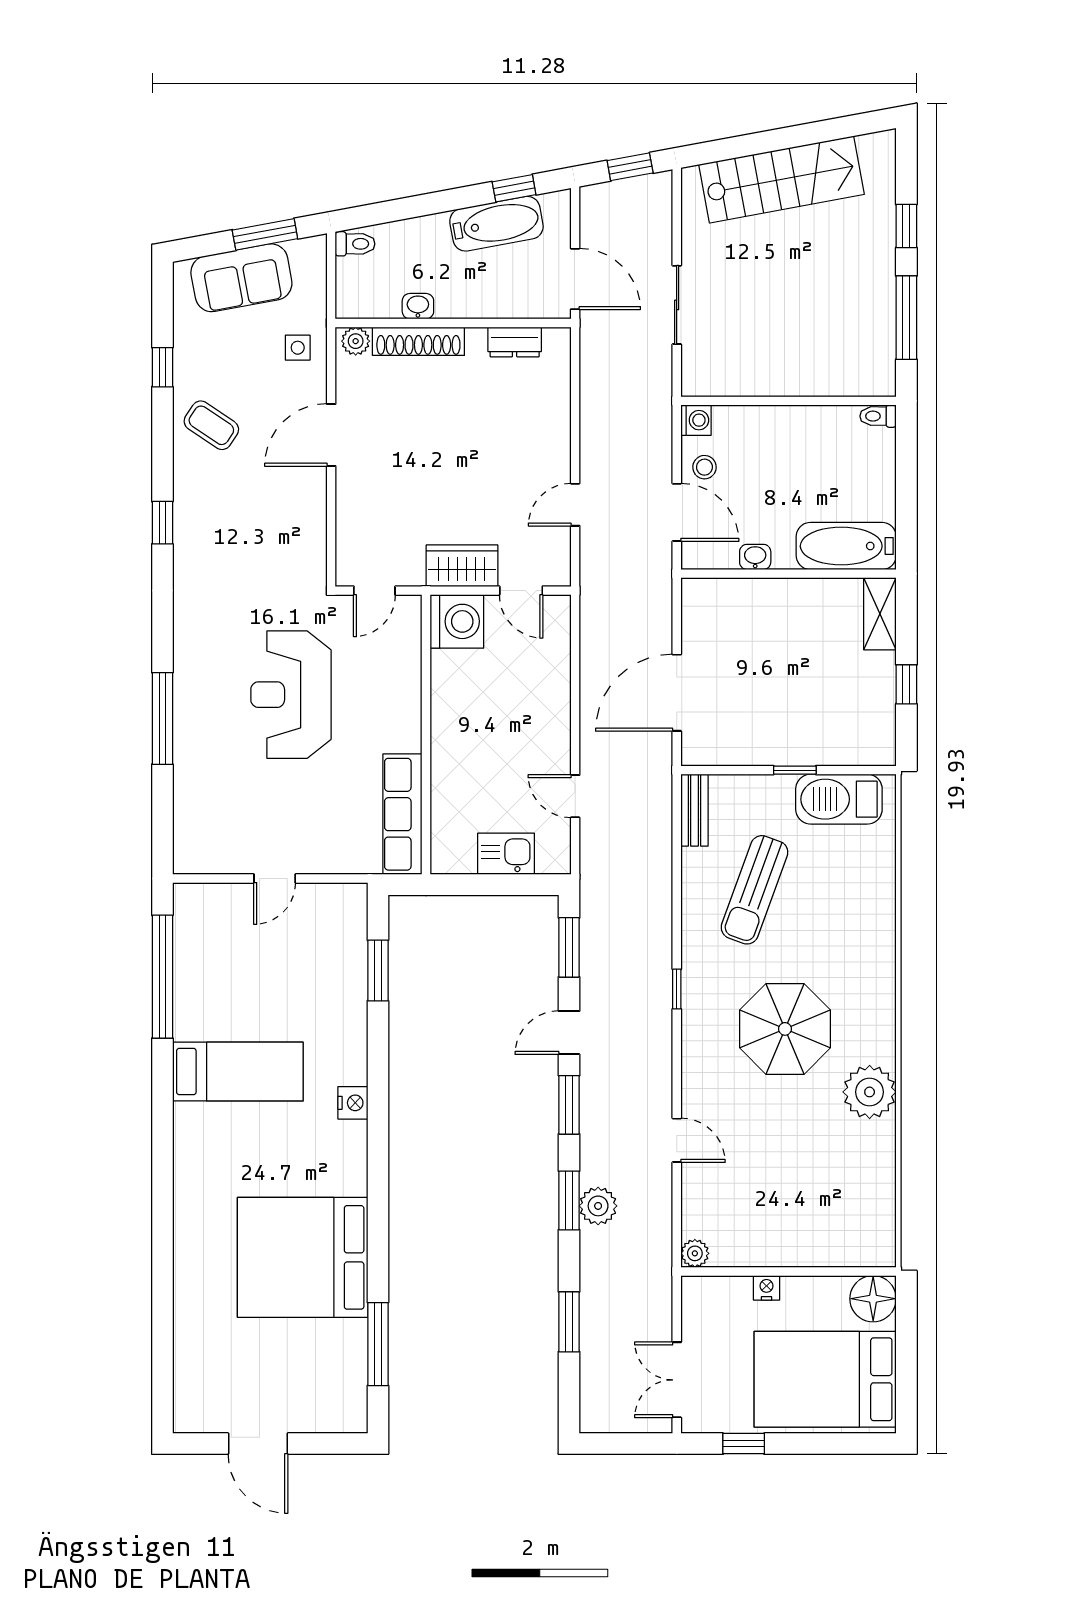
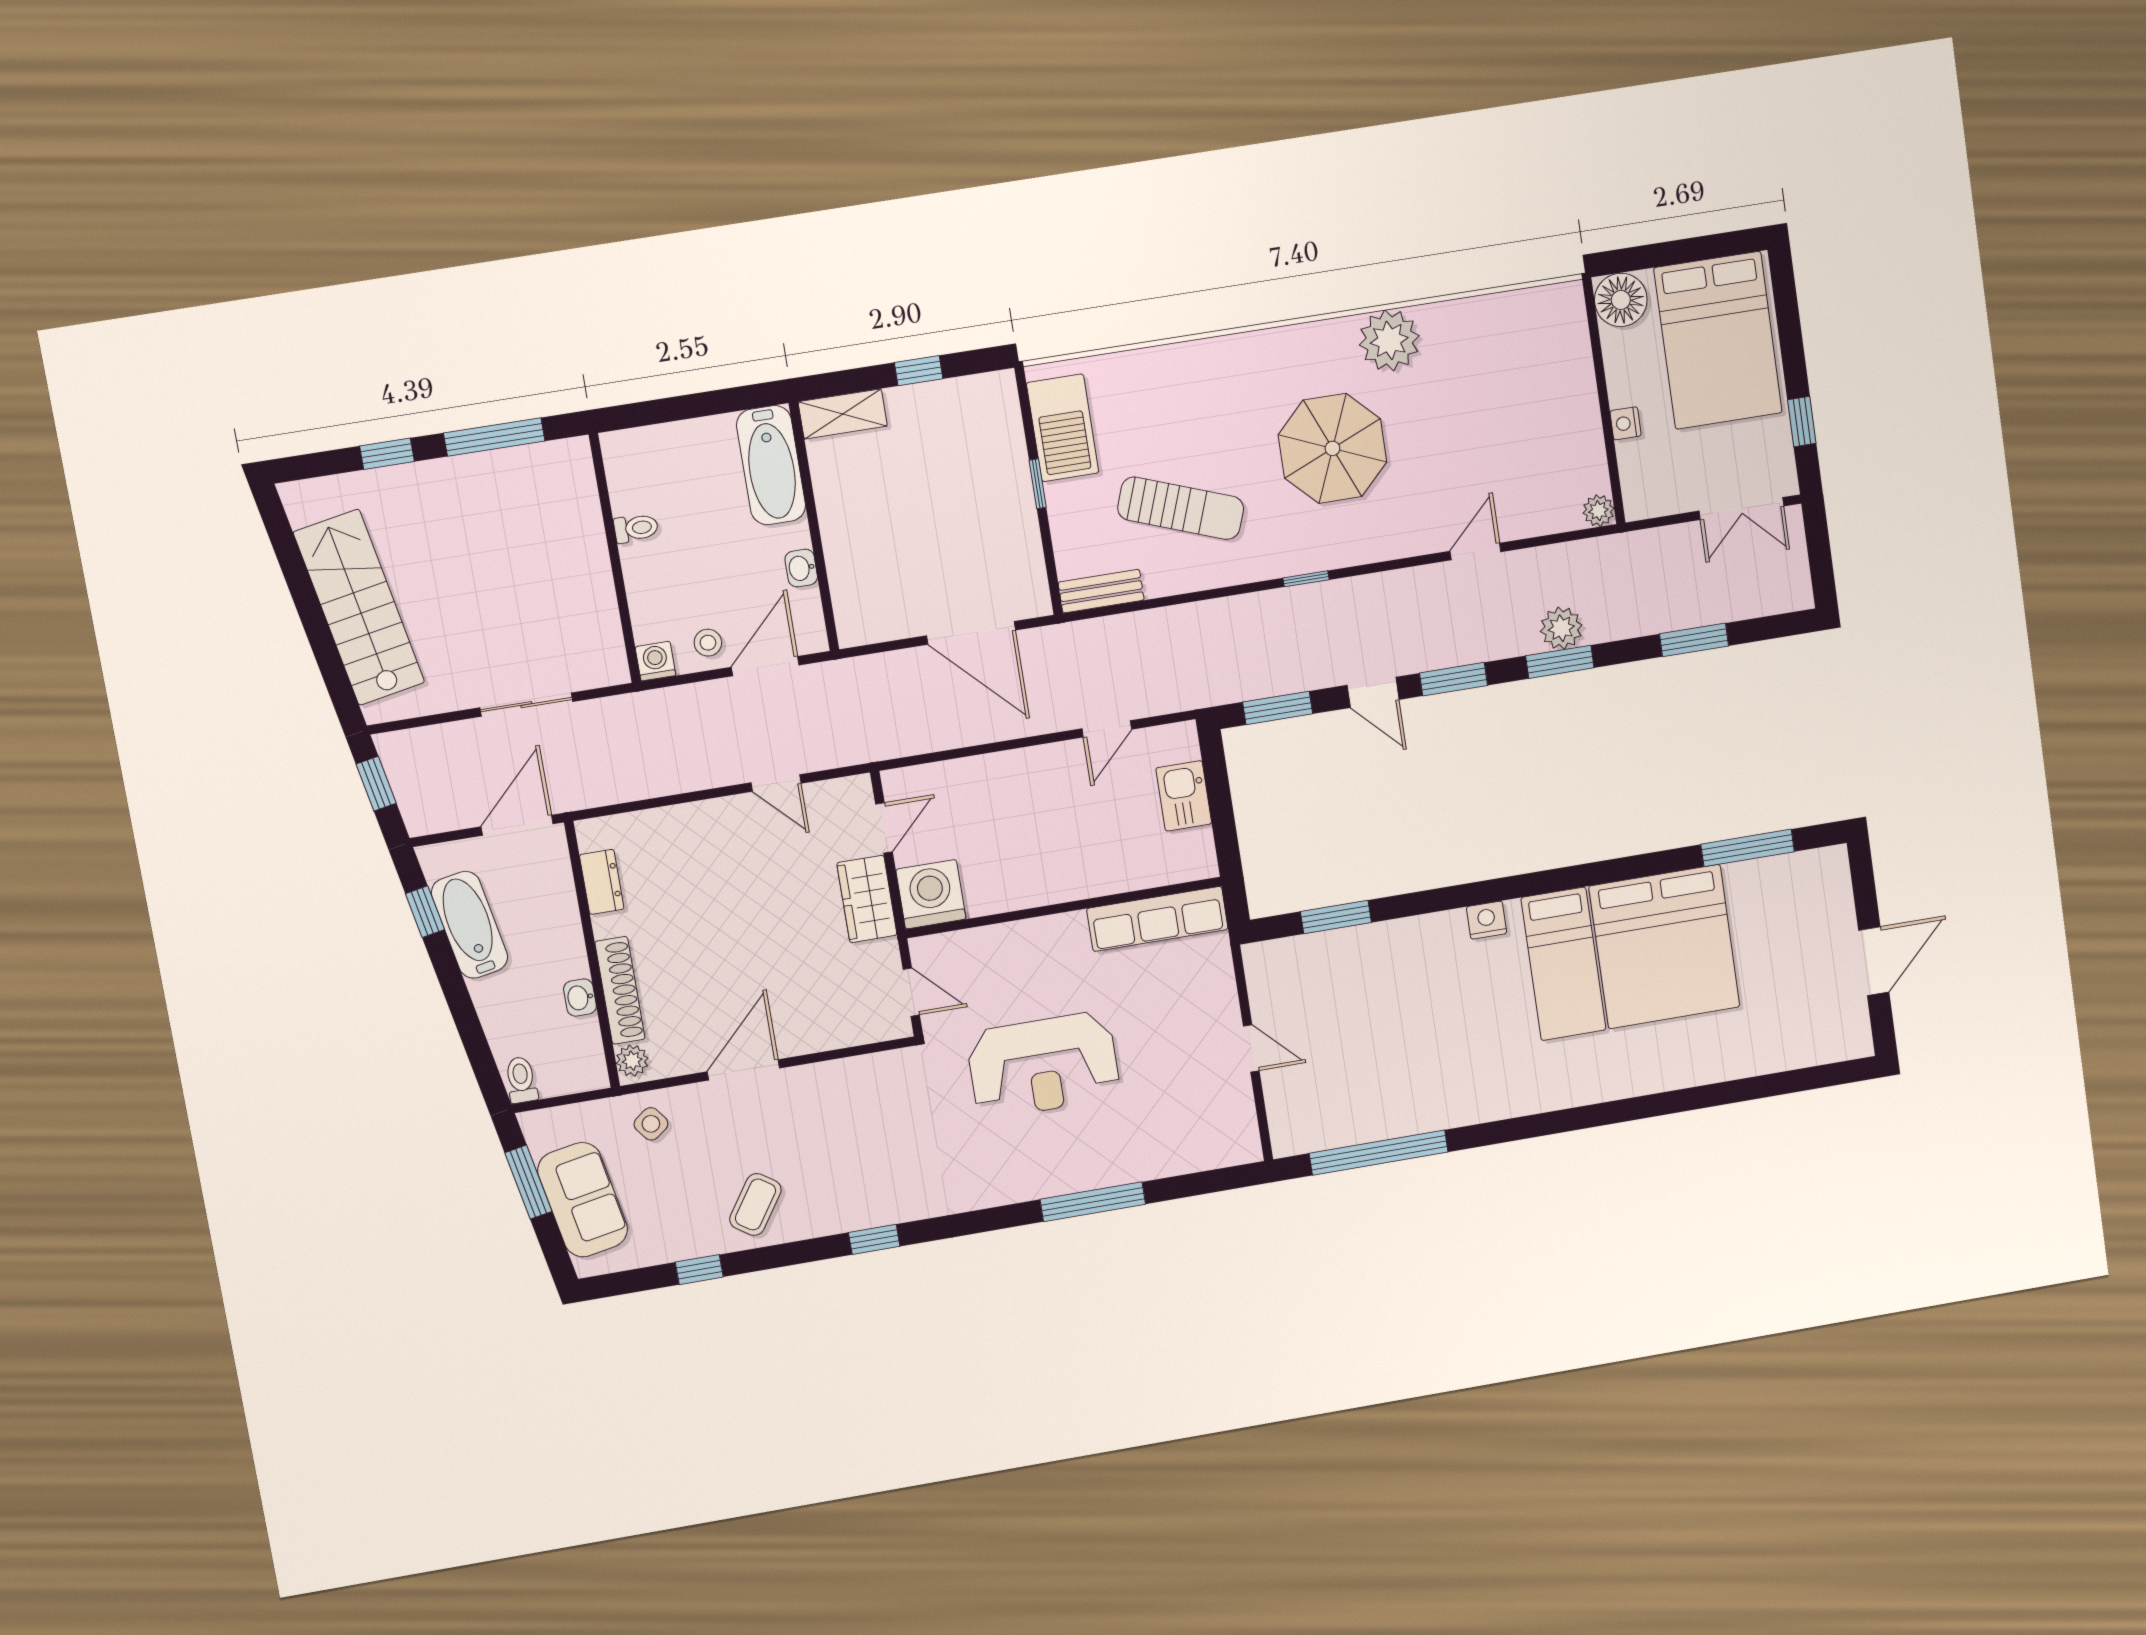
side table: (298, 348) -> (651, 1124), turned -37
toilet: (878, 416) -> (636, 528), moved, turned -90
door: (331, 435) -> (743, 1070), swing flipped
bed: (238, 1072) -> (1563, 964), moved, turned 180

